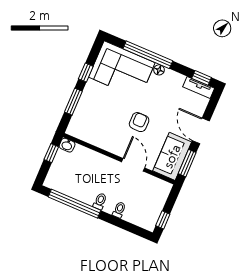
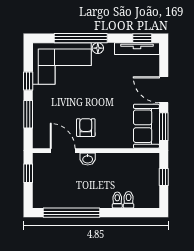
tv unit: (199, 87) -> (137, 49), width x1.41
armchair: (139, 122) -> (86, 128), moved
washbasin: (67, 145) -> (88, 159), moved
door: (133, 165) -> (63, 151), moved
toilet: (100, 201) -> (129, 200), moved
window: (163, 220) -> (164, 177), moved

